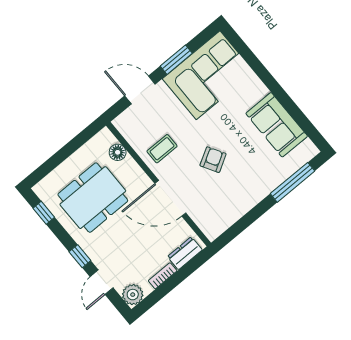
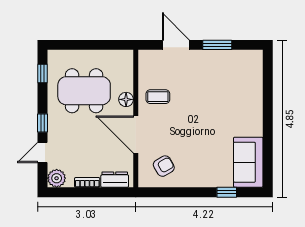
corner sofa: (208, 75) -> (230, 73), removed
sofa: (277, 125) -> (248, 162), moved
floor lamp: (118, 152) -> (126, 99), moved
armchair: (213, 160) -> (164, 166), moved
window: (292, 182) -> (227, 192), width x0.46

